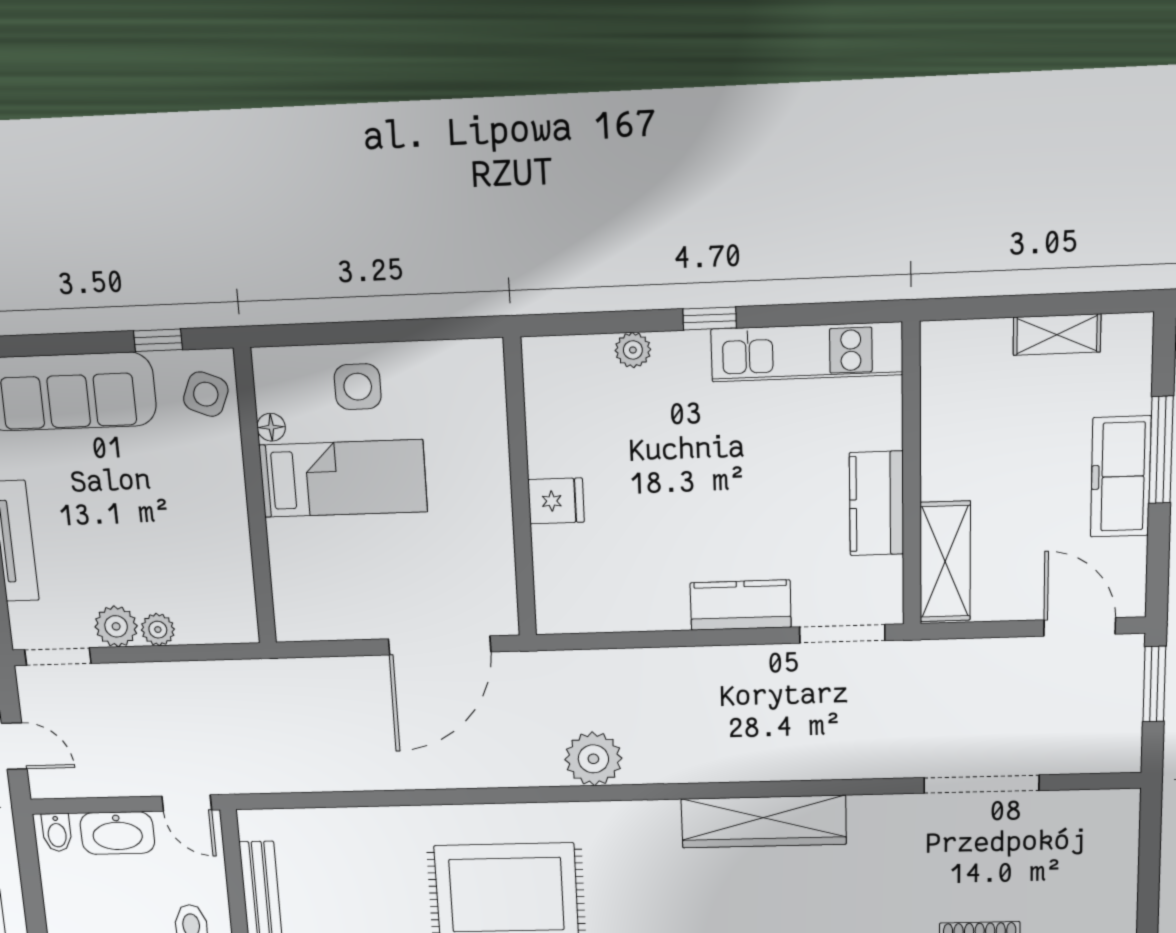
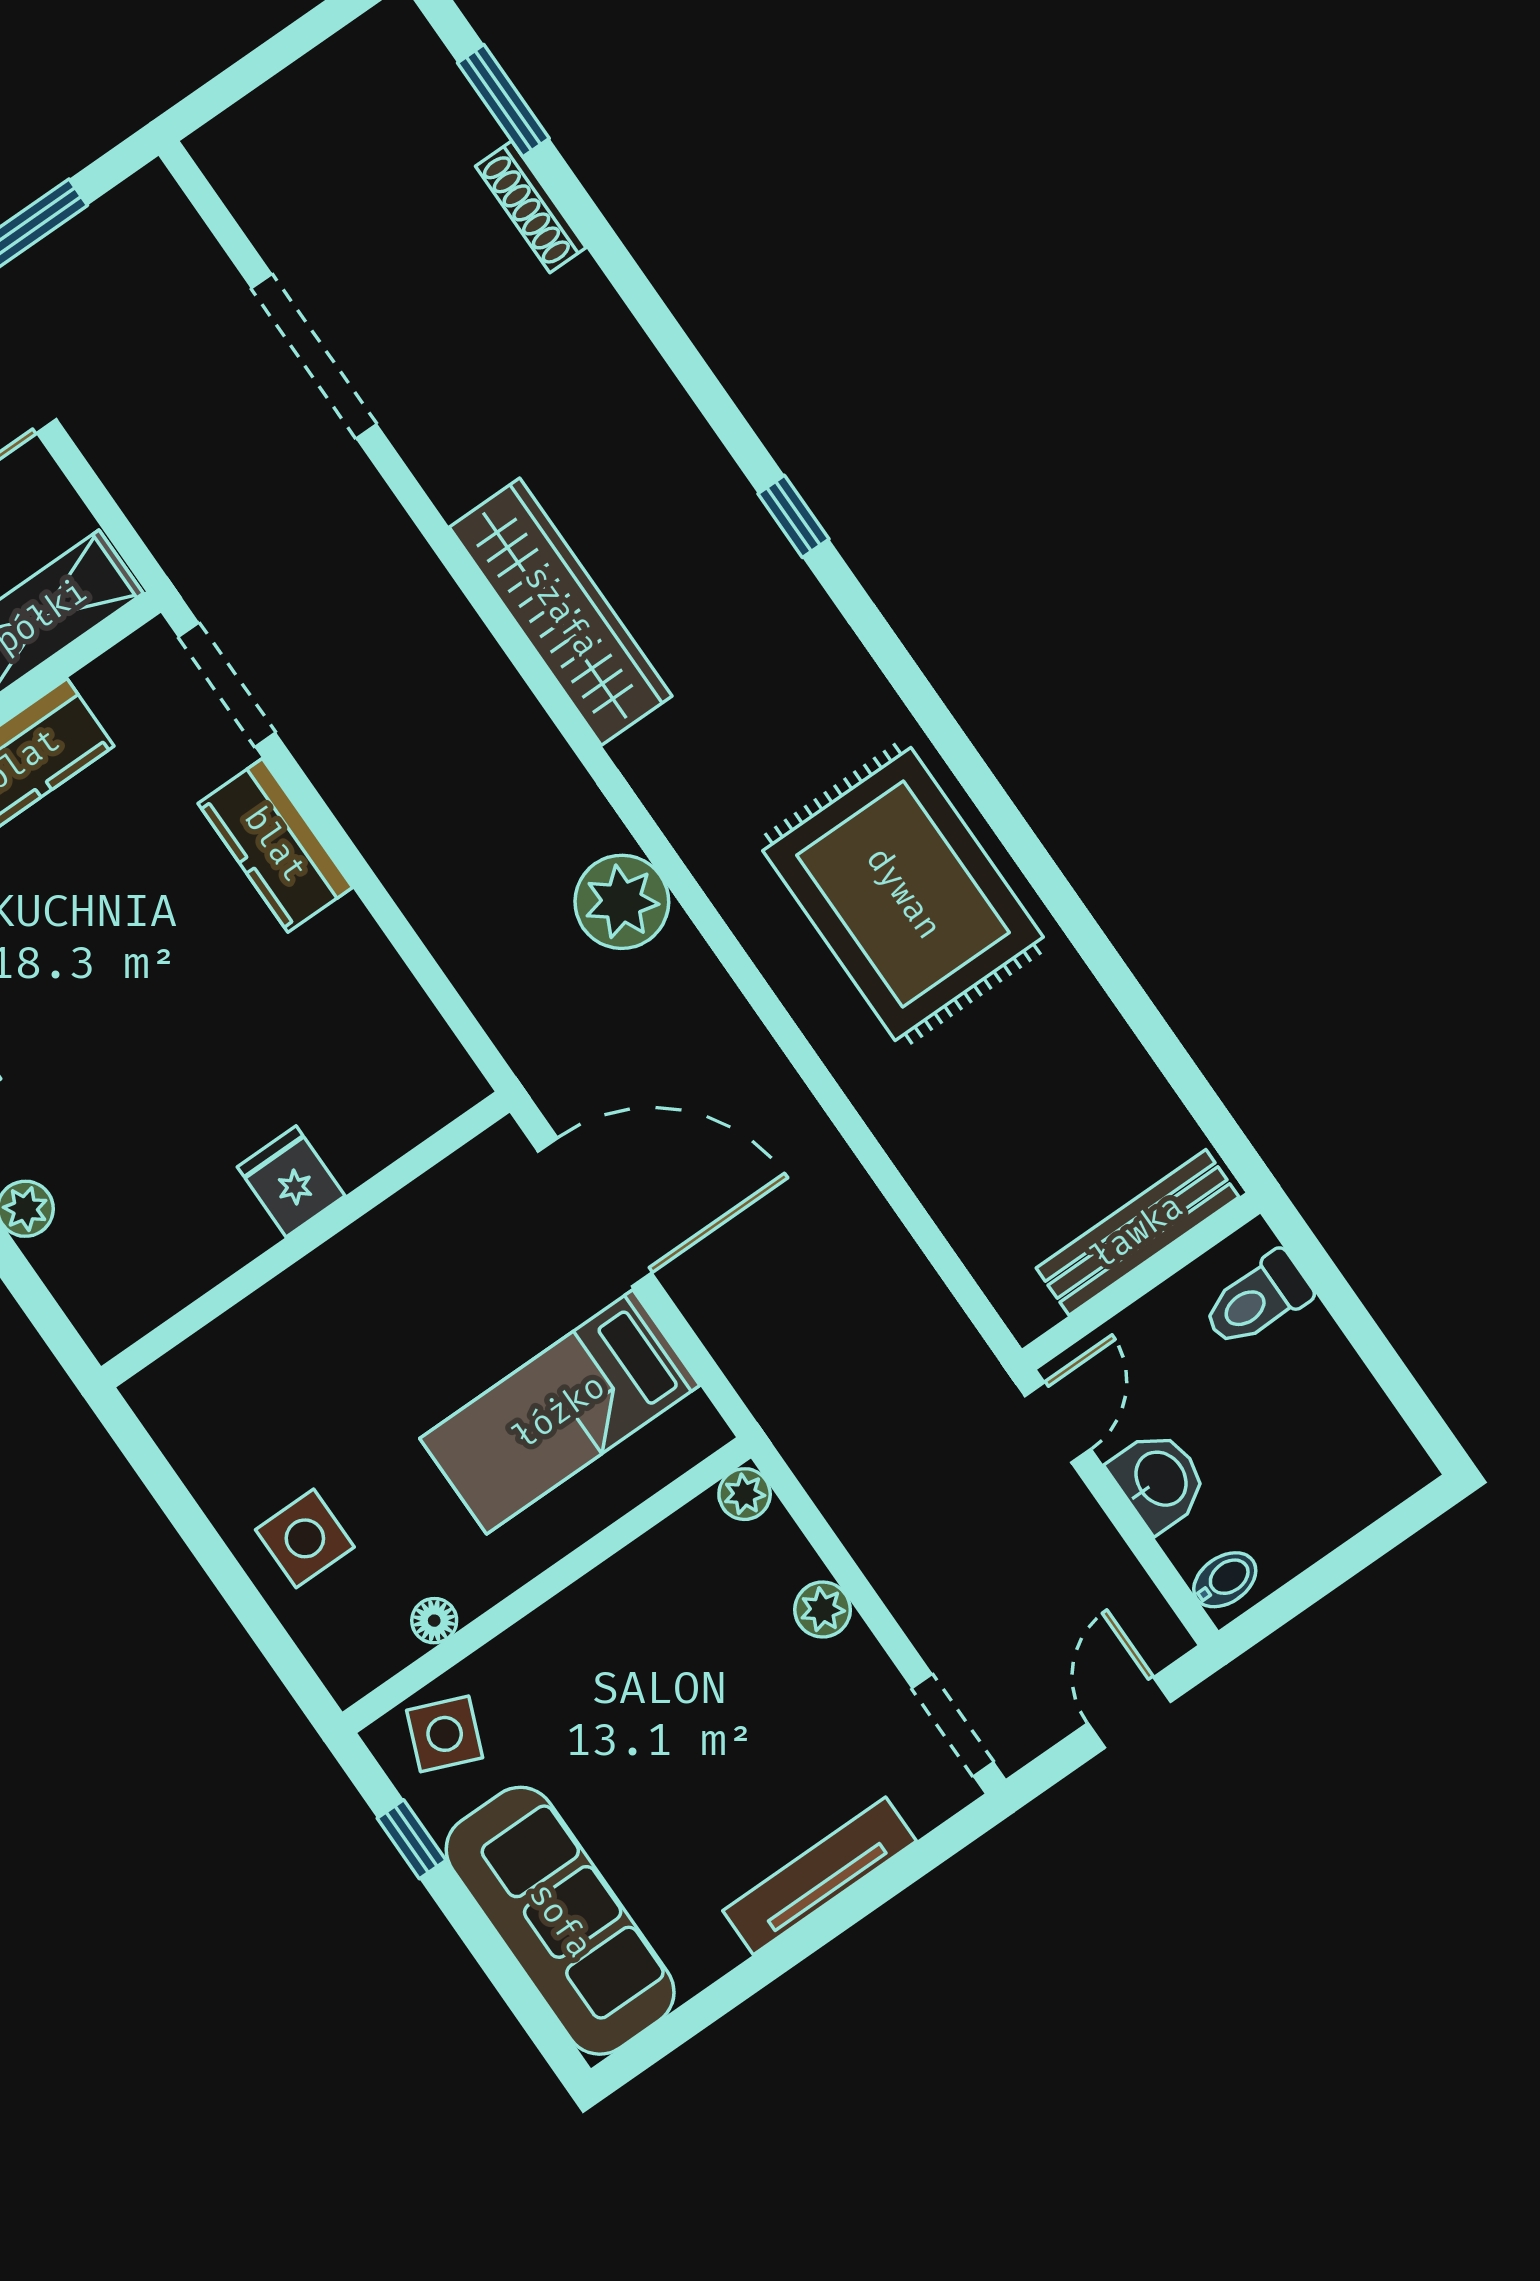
bed: (343, 478) -> (560, 1412), moved, turned -90
plant: (116, 626) -> (745, 1494), moved, width x0.73, depth x0.73
washbasin: (117, 833) -> (1159, 1480), width x0.72

